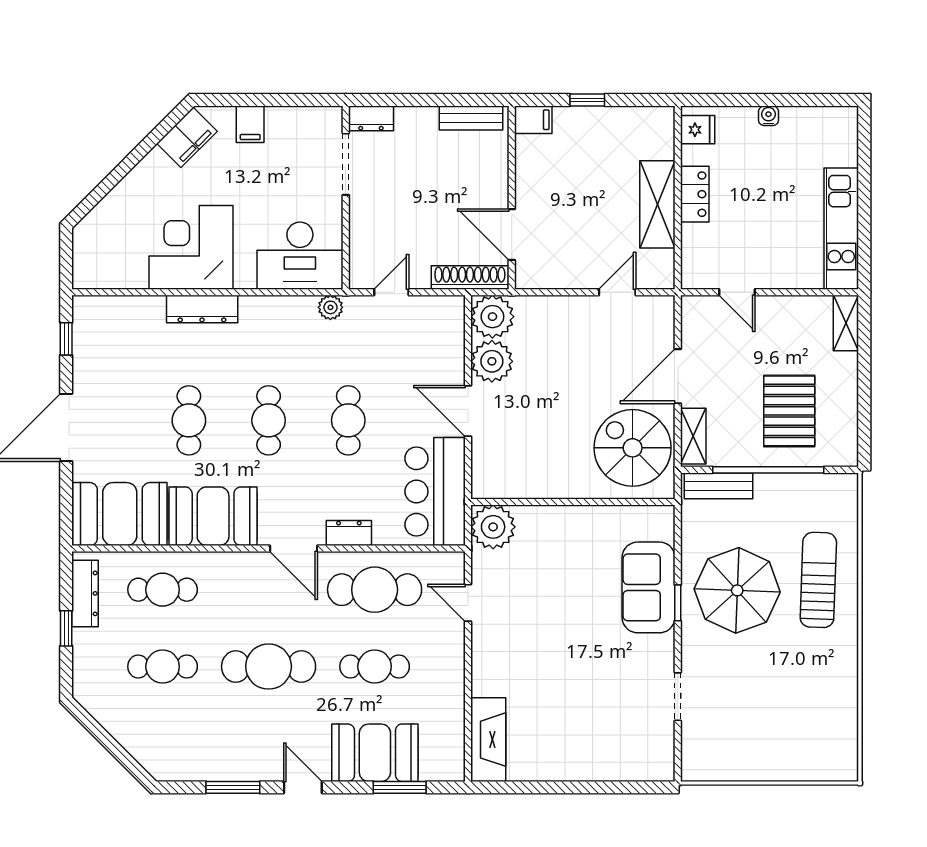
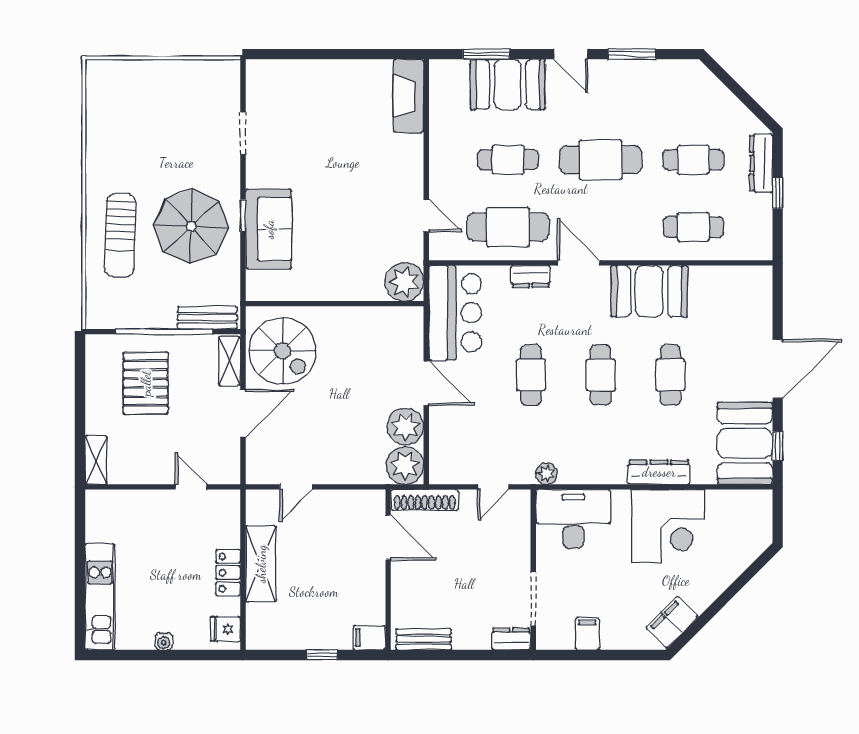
filing cabinet: (250, 124) -> (587, 634), moved
kitchen unit: (841, 229) -> (100, 597), moved
booth: (120, 514) -> (745, 443), moved, turned 90
dresser: (85, 593) -> (761, 163), moved

